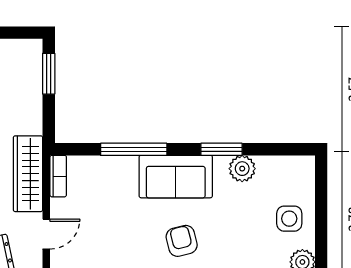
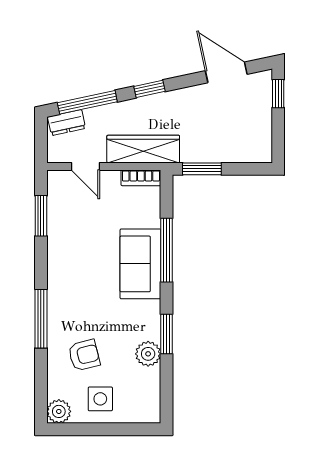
window: (49, 74) -> (202, 169), moved
sofa: (176, 177) -> (140, 264), moved
armchair: (182, 241) -> (84, 355), moved

